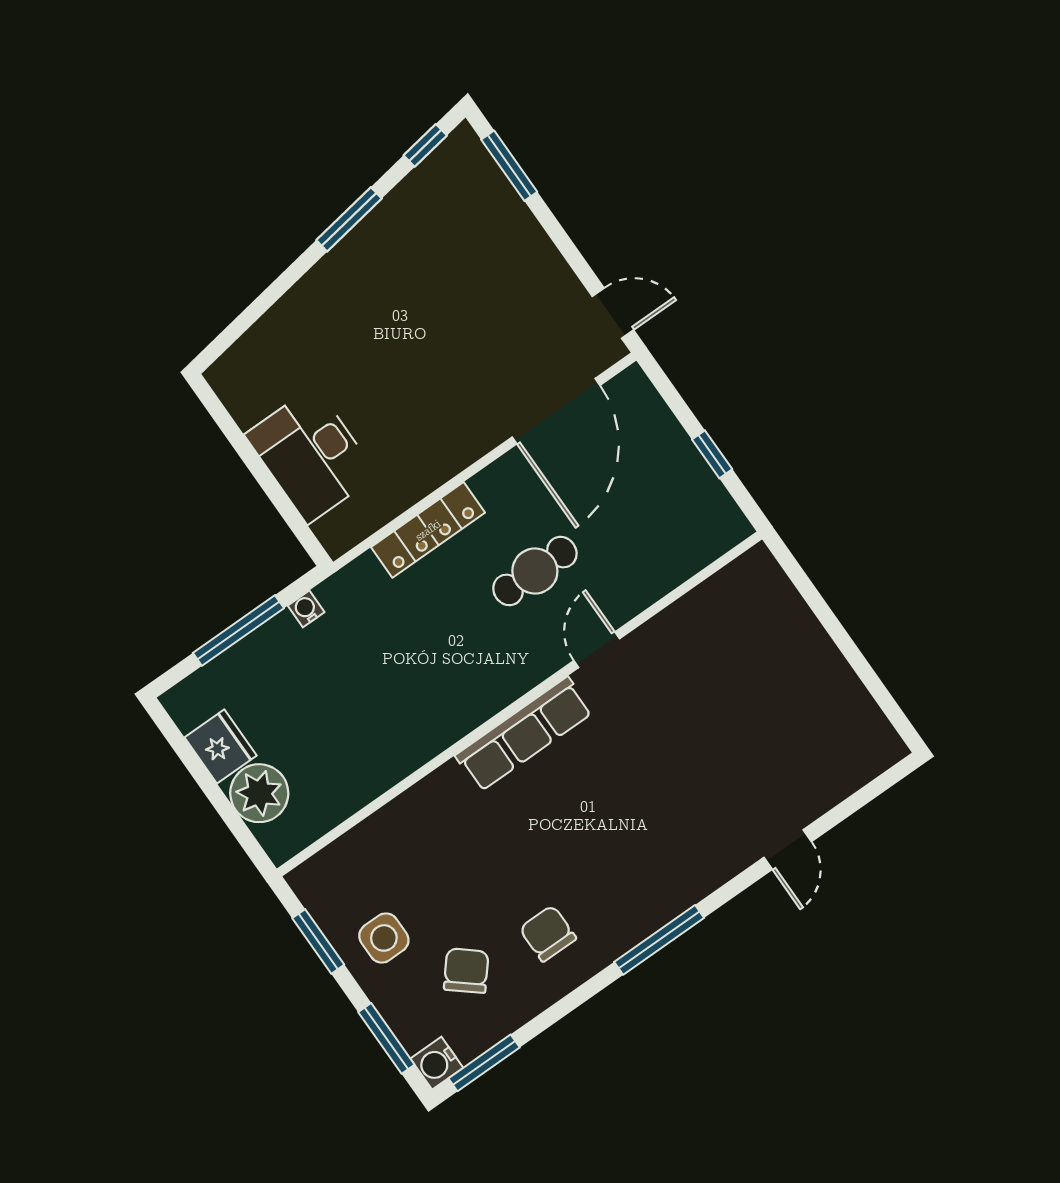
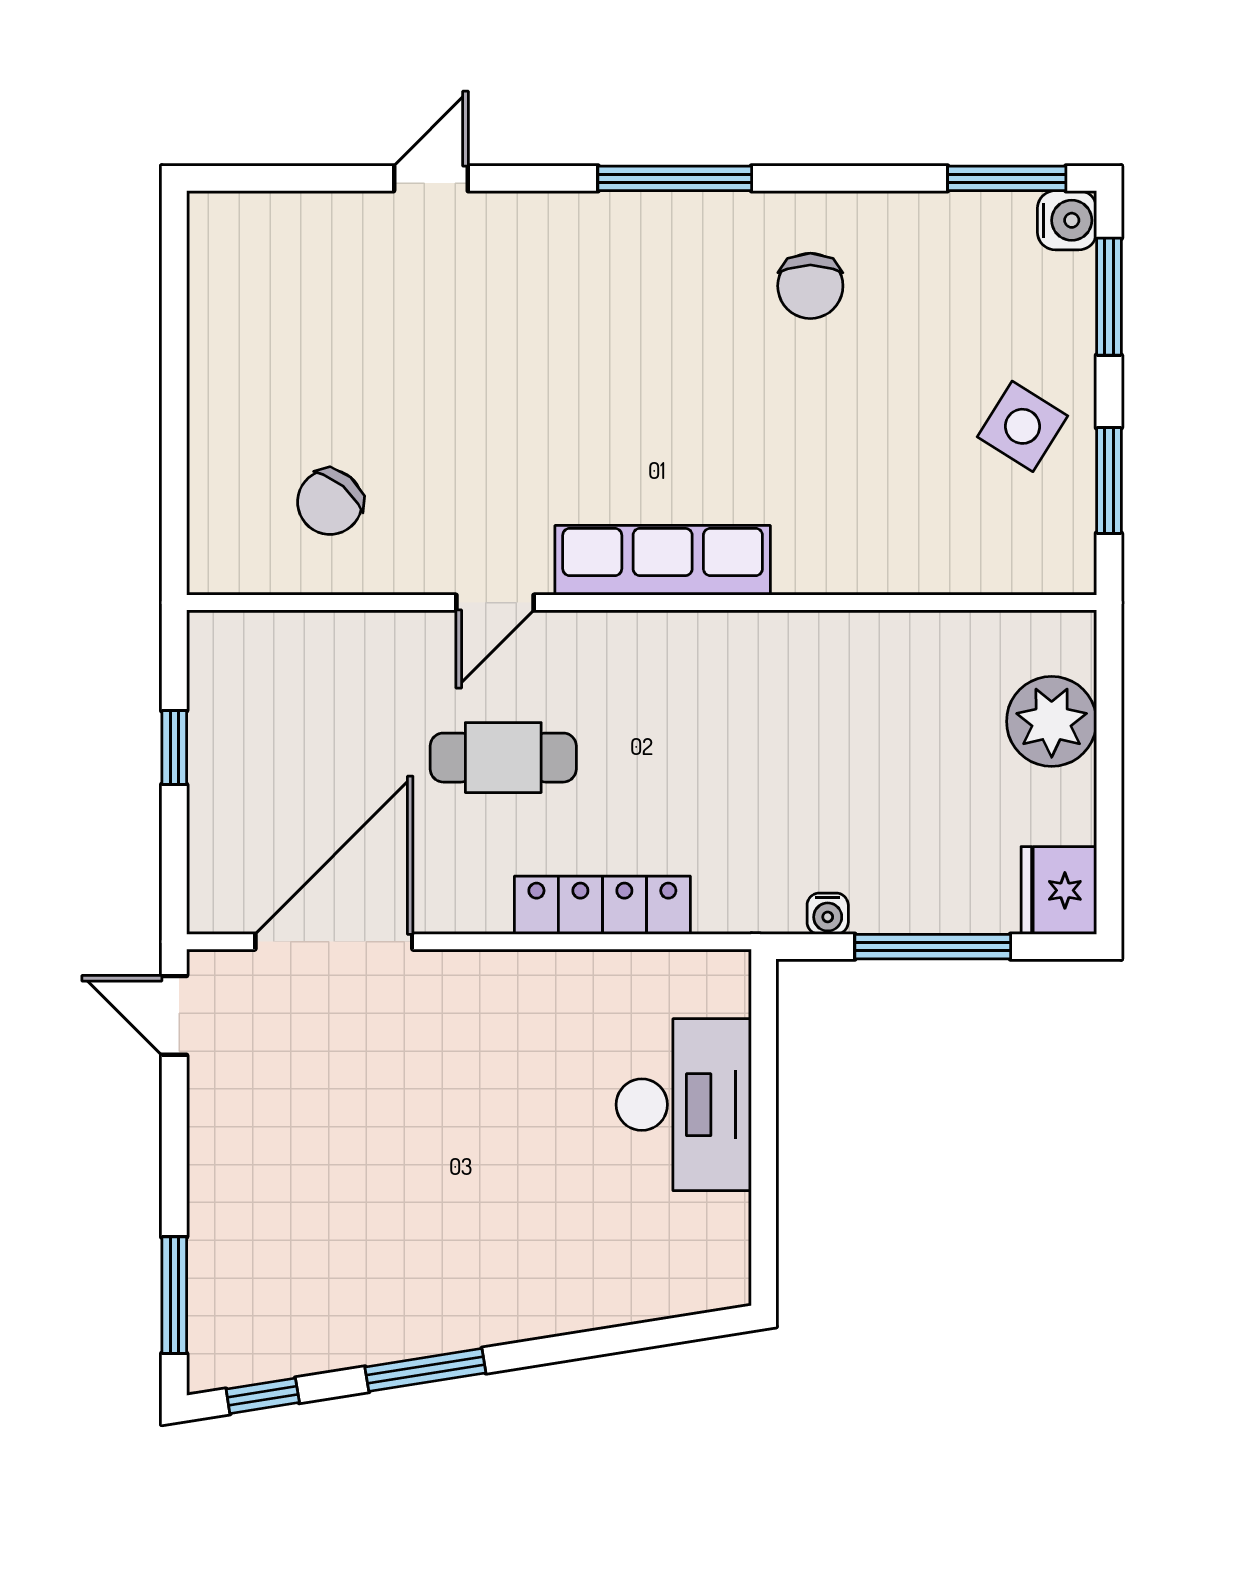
fridge: (221, 746) -> (1059, 890), moved
side table: (384, 938) -> (1022, 426), turned 32
chair: (466, 971) -> (330, 502), moved

